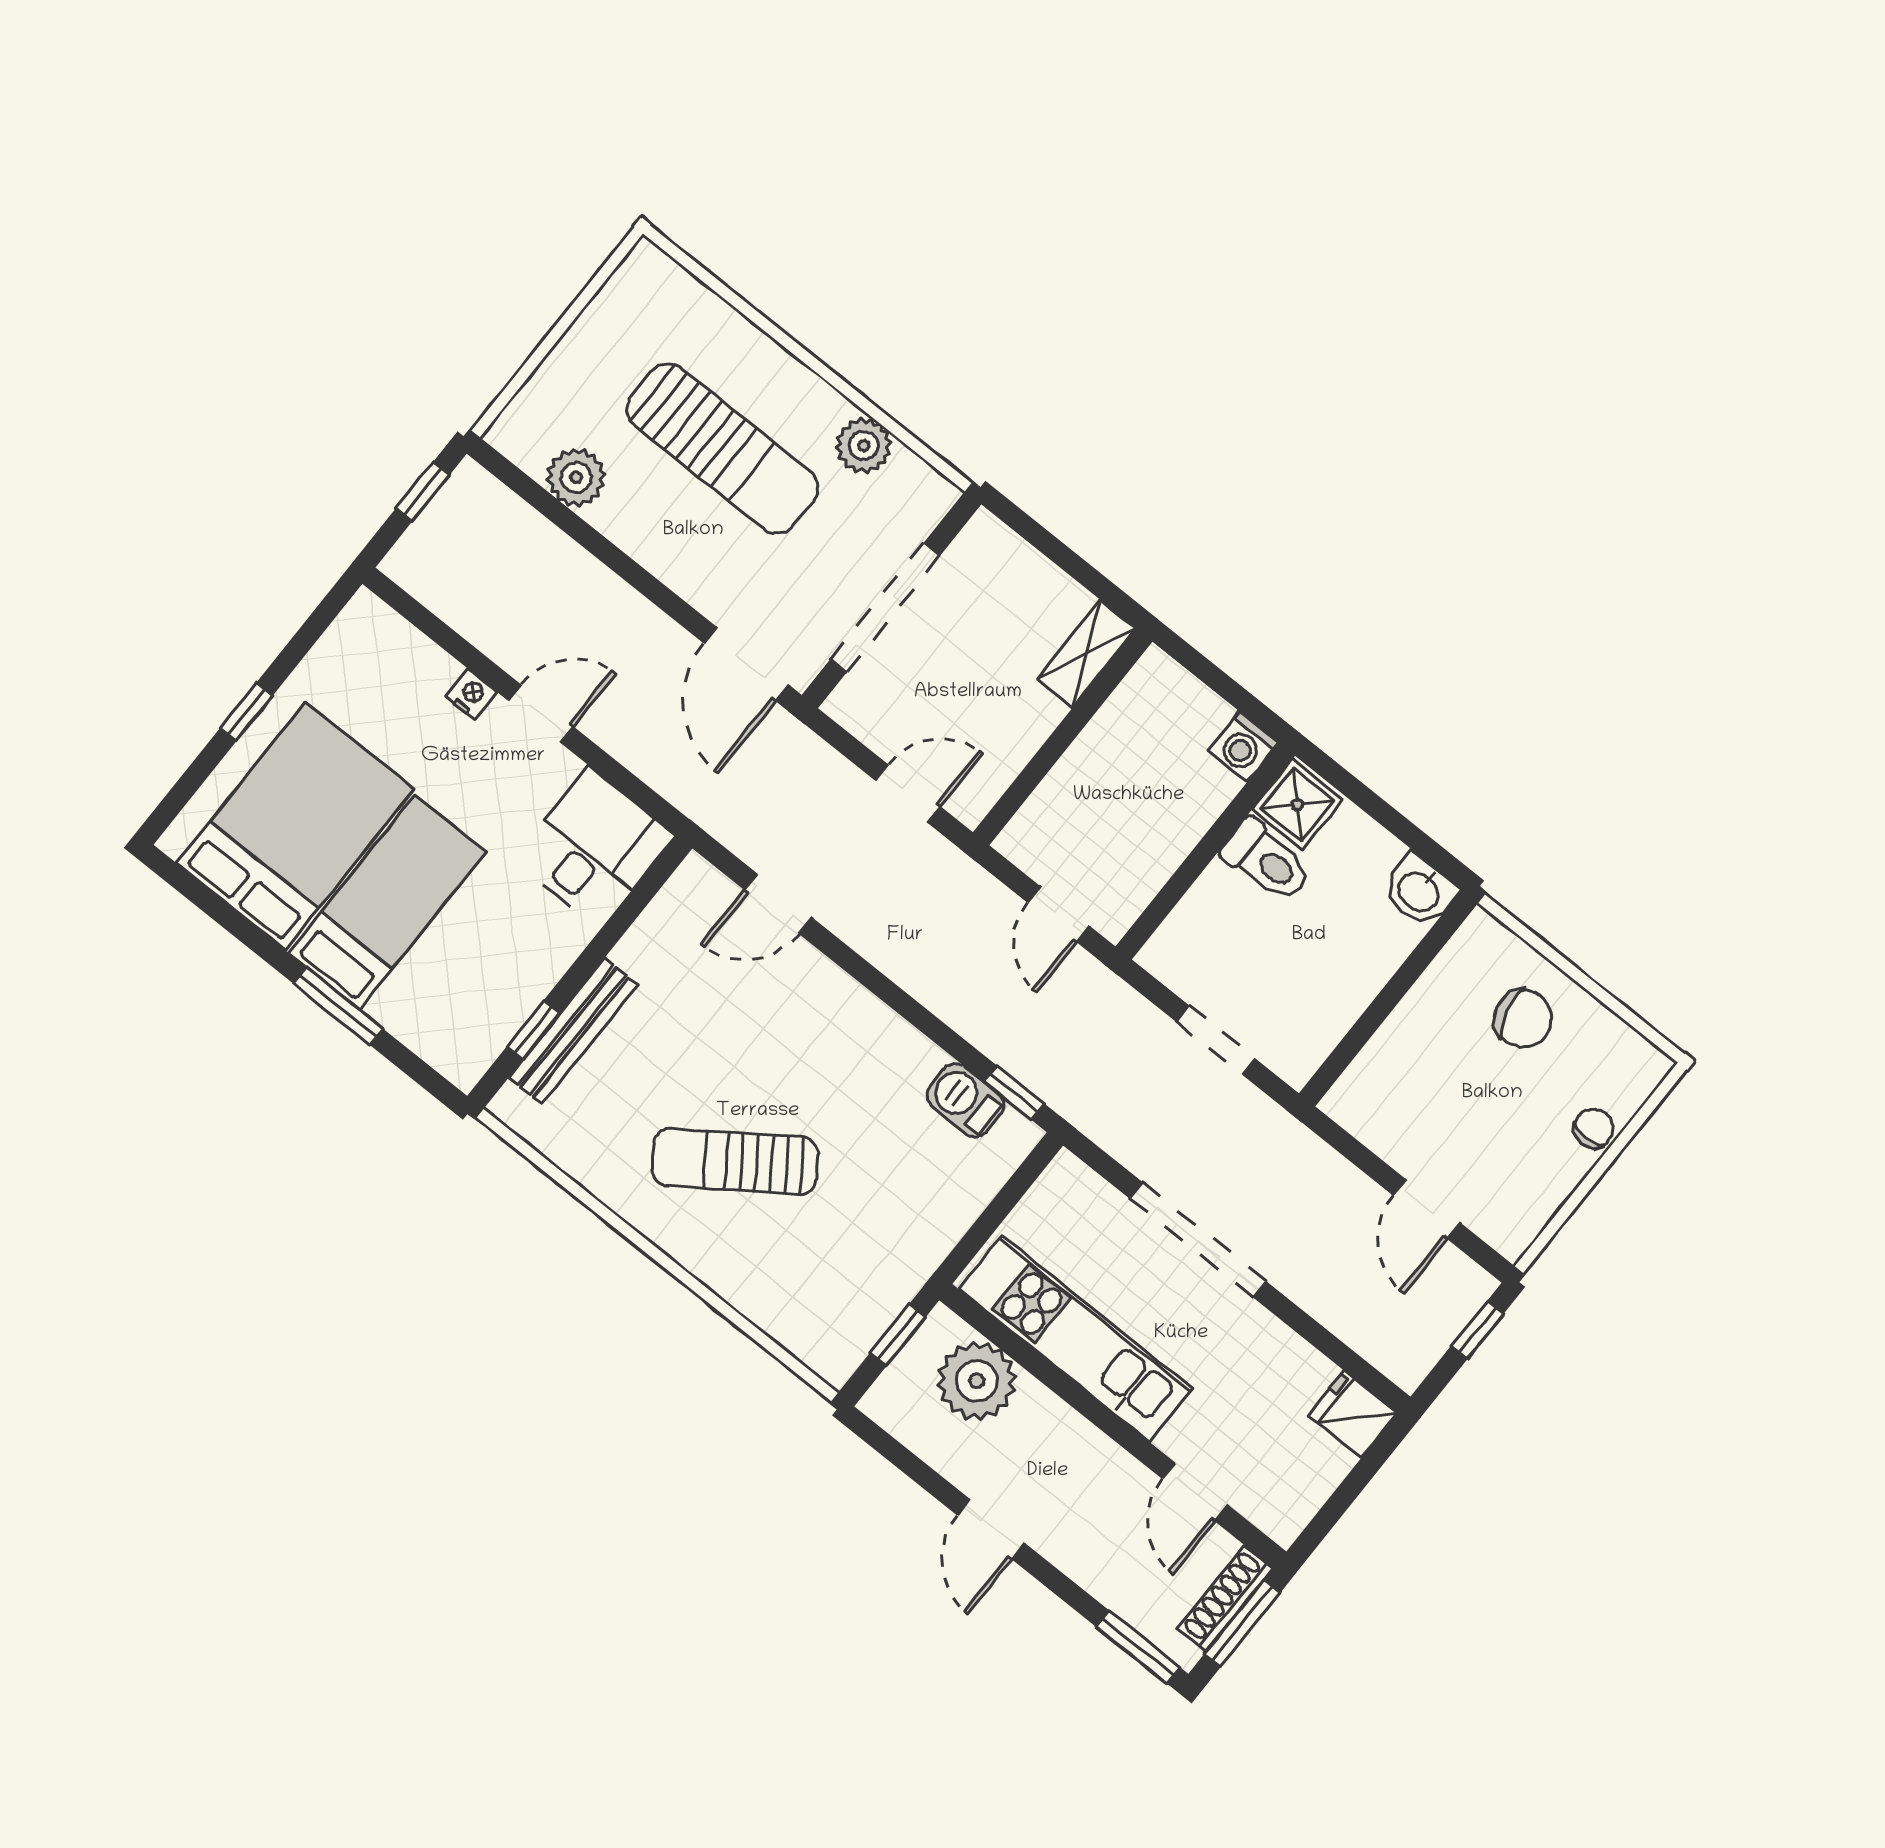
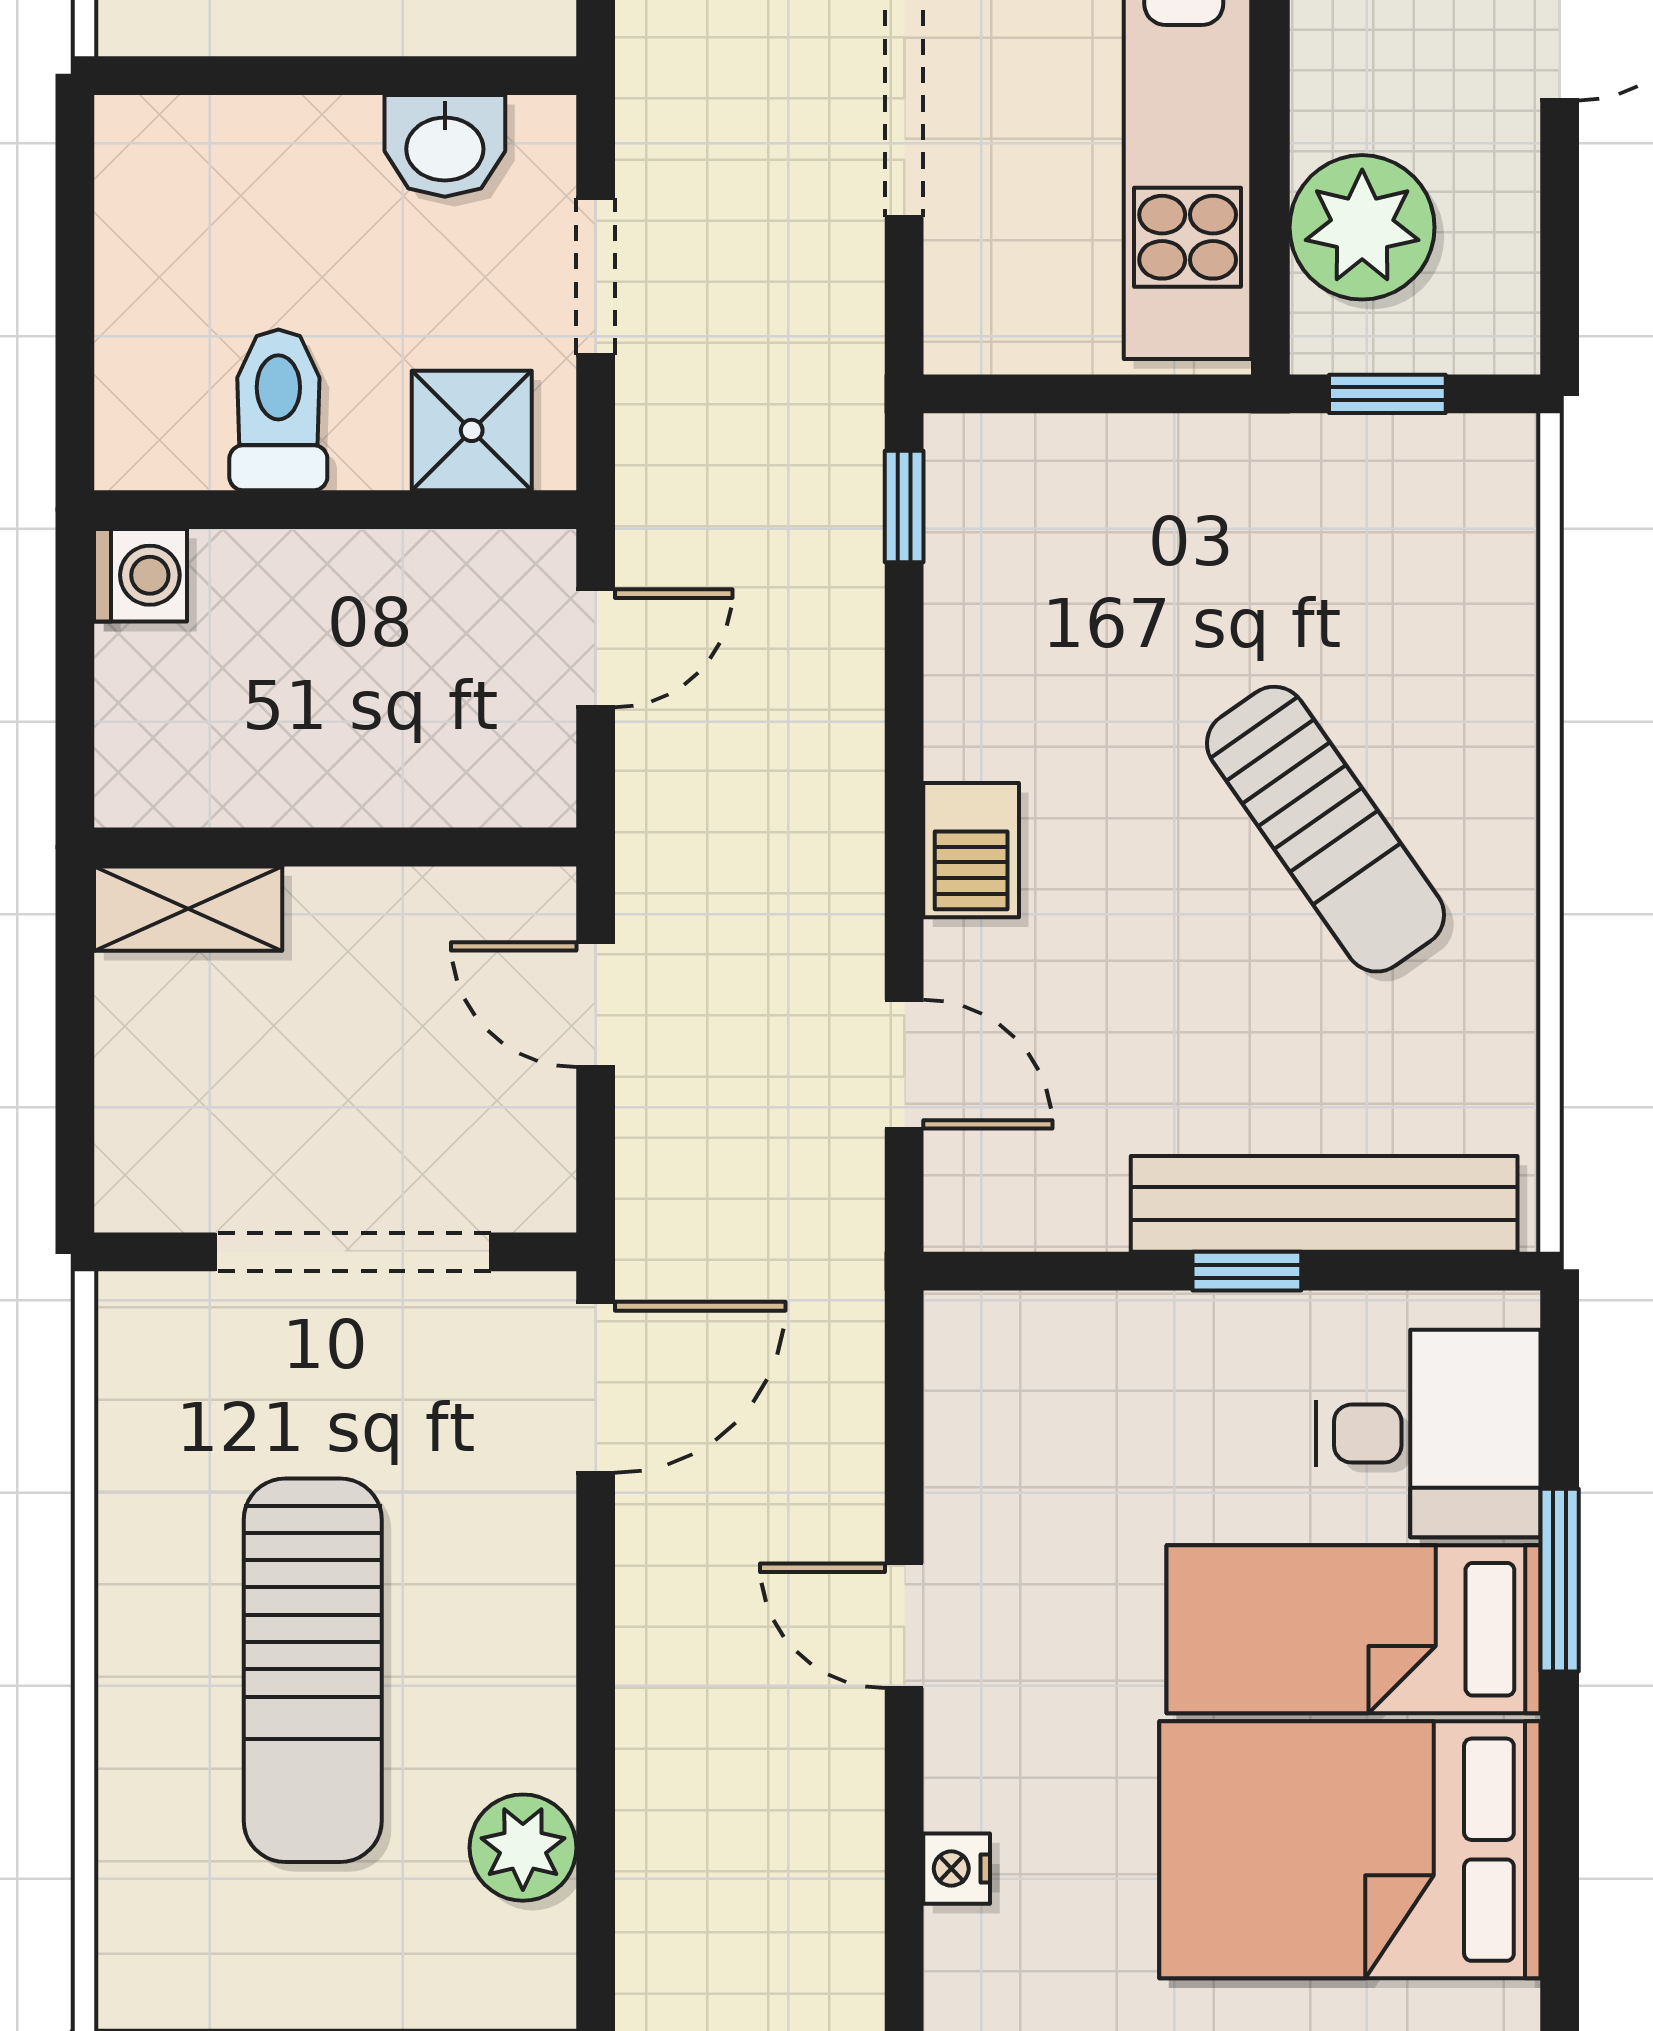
plant: (864, 446) -> (145, 1470), removed
sun lounger: (722, 449) -> (313, 1670), turned 180
nightstand: (471, 694) -> (957, 1869), moved
shower: (1297, 805) -> (472, 430), moved
desk: (594, 847) -> (1428, 1434), moved, turned 180
washbasin: (1419, 891) -> (445, 146), moved, turned 90
window: (534, 1030) -> (1247, 1271), moved
bench: (573, 1031) -> (1324, 1204), width x1.37, depth x1.21
barbecue: (965, 1100) -> (971, 850), moved

